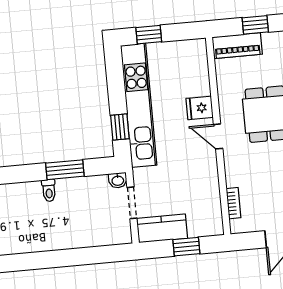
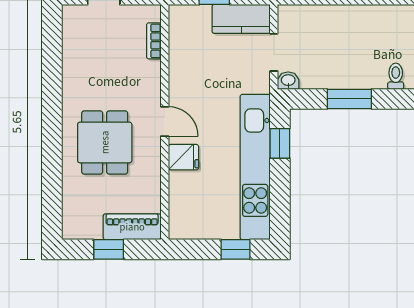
toilet: (49, 190) -> (396, 76), moved

